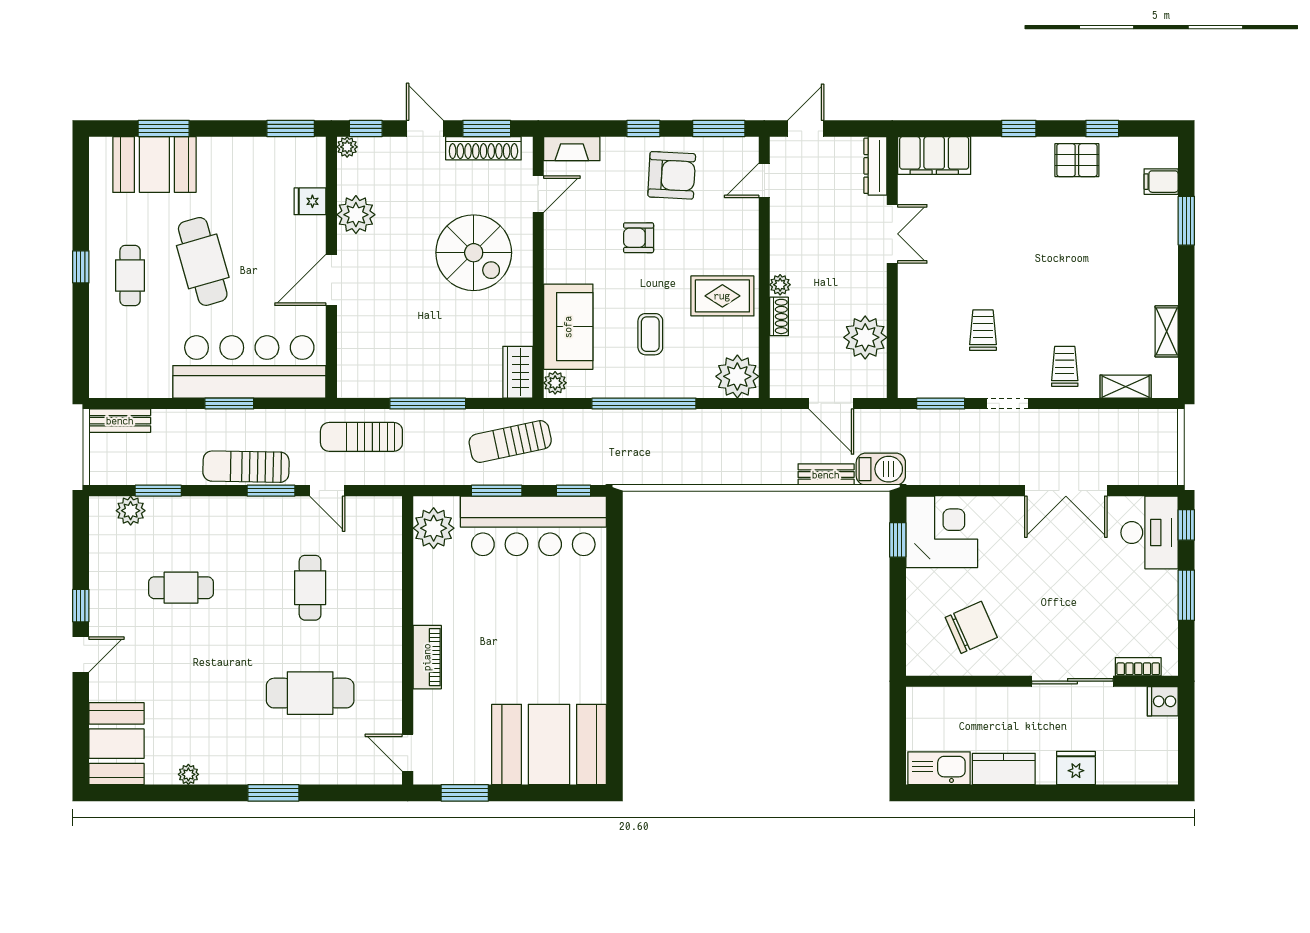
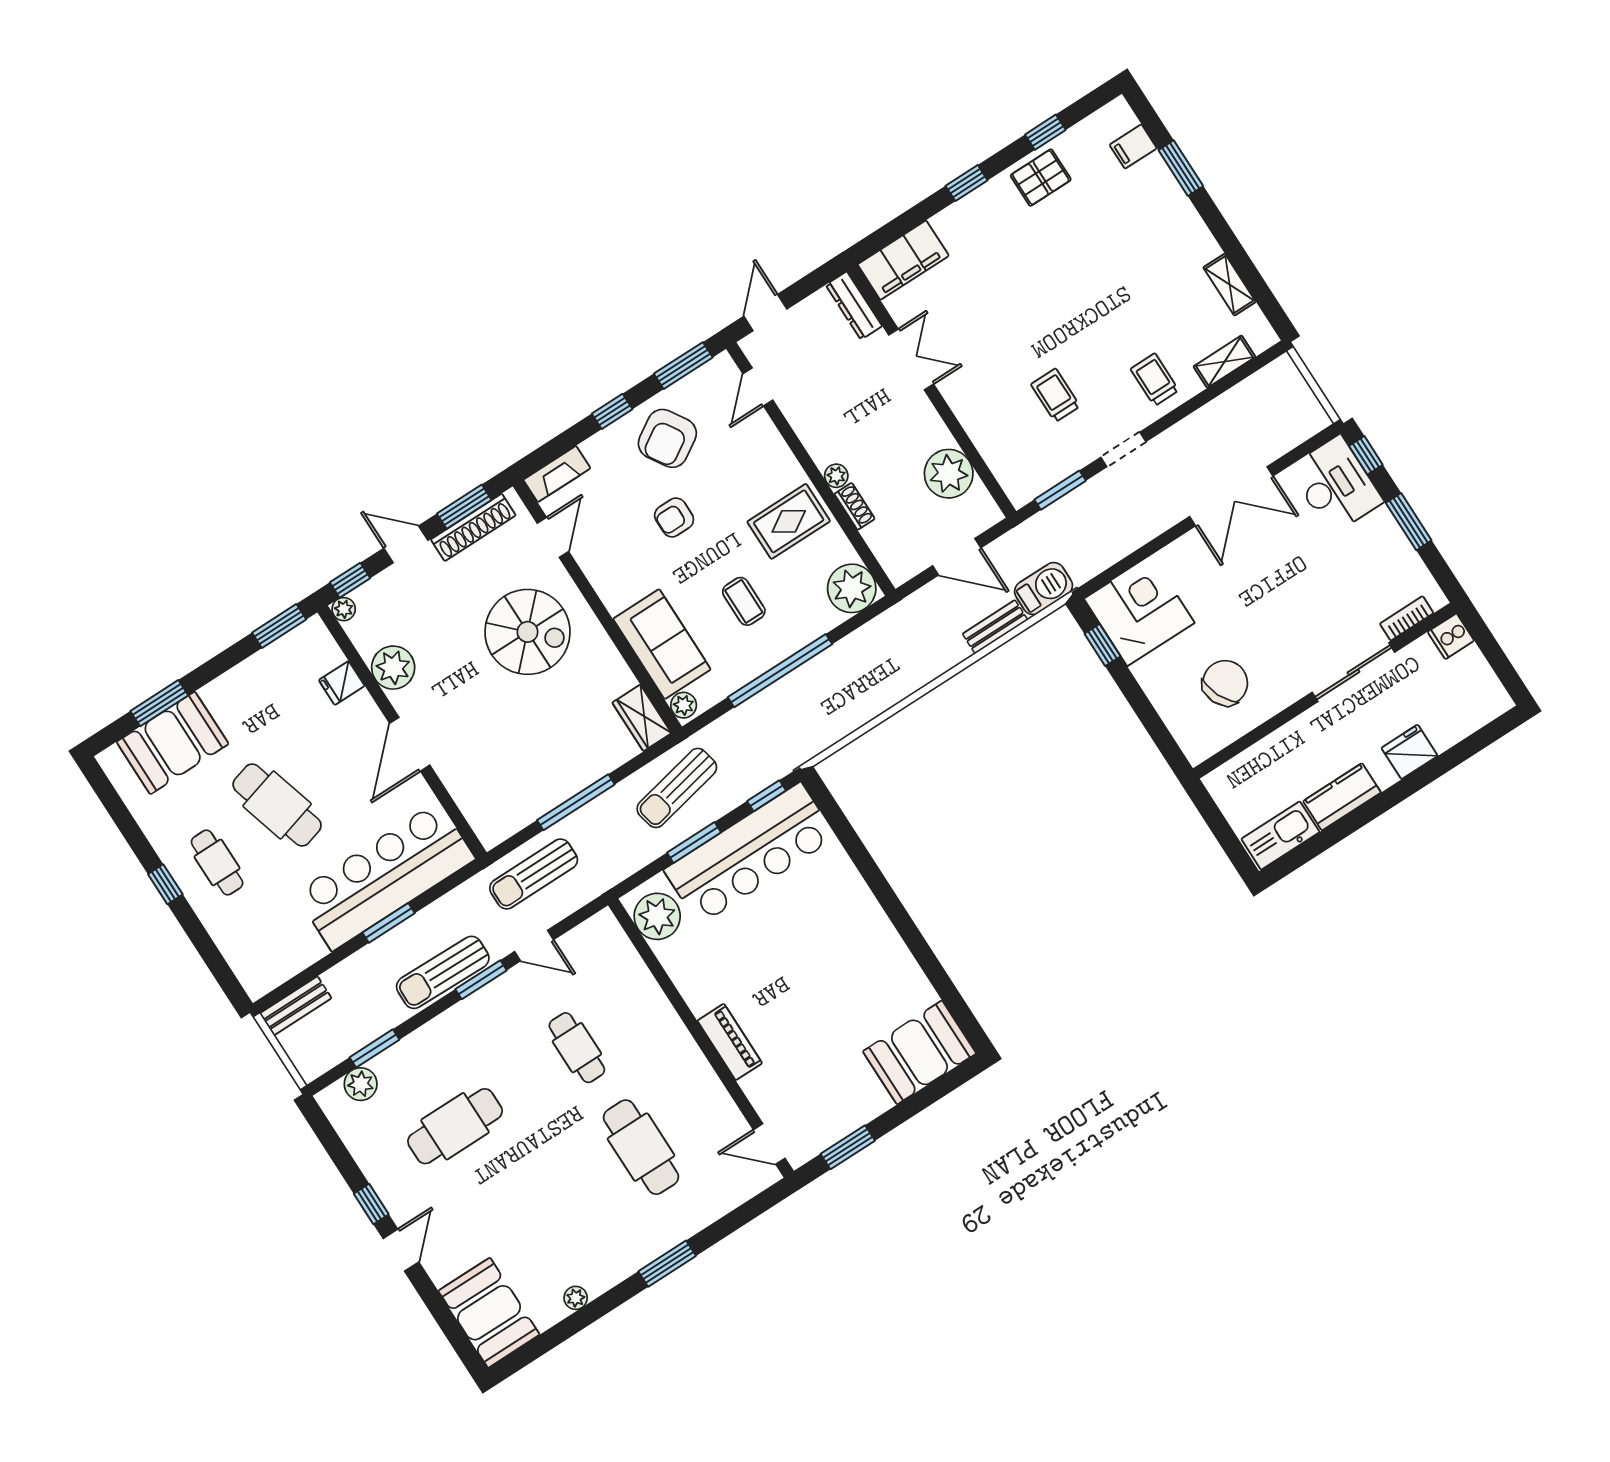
armchair: (672, 175) -> (667, 438), turned 145
cafe table: (181, 588) -> (455, 1126), width x1.37, depth x1.35
cafe table: (310, 693) -> (641, 1147), turned 90
booth: (549, 744) -> (919, 1052), width x0.73, depth x0.70

